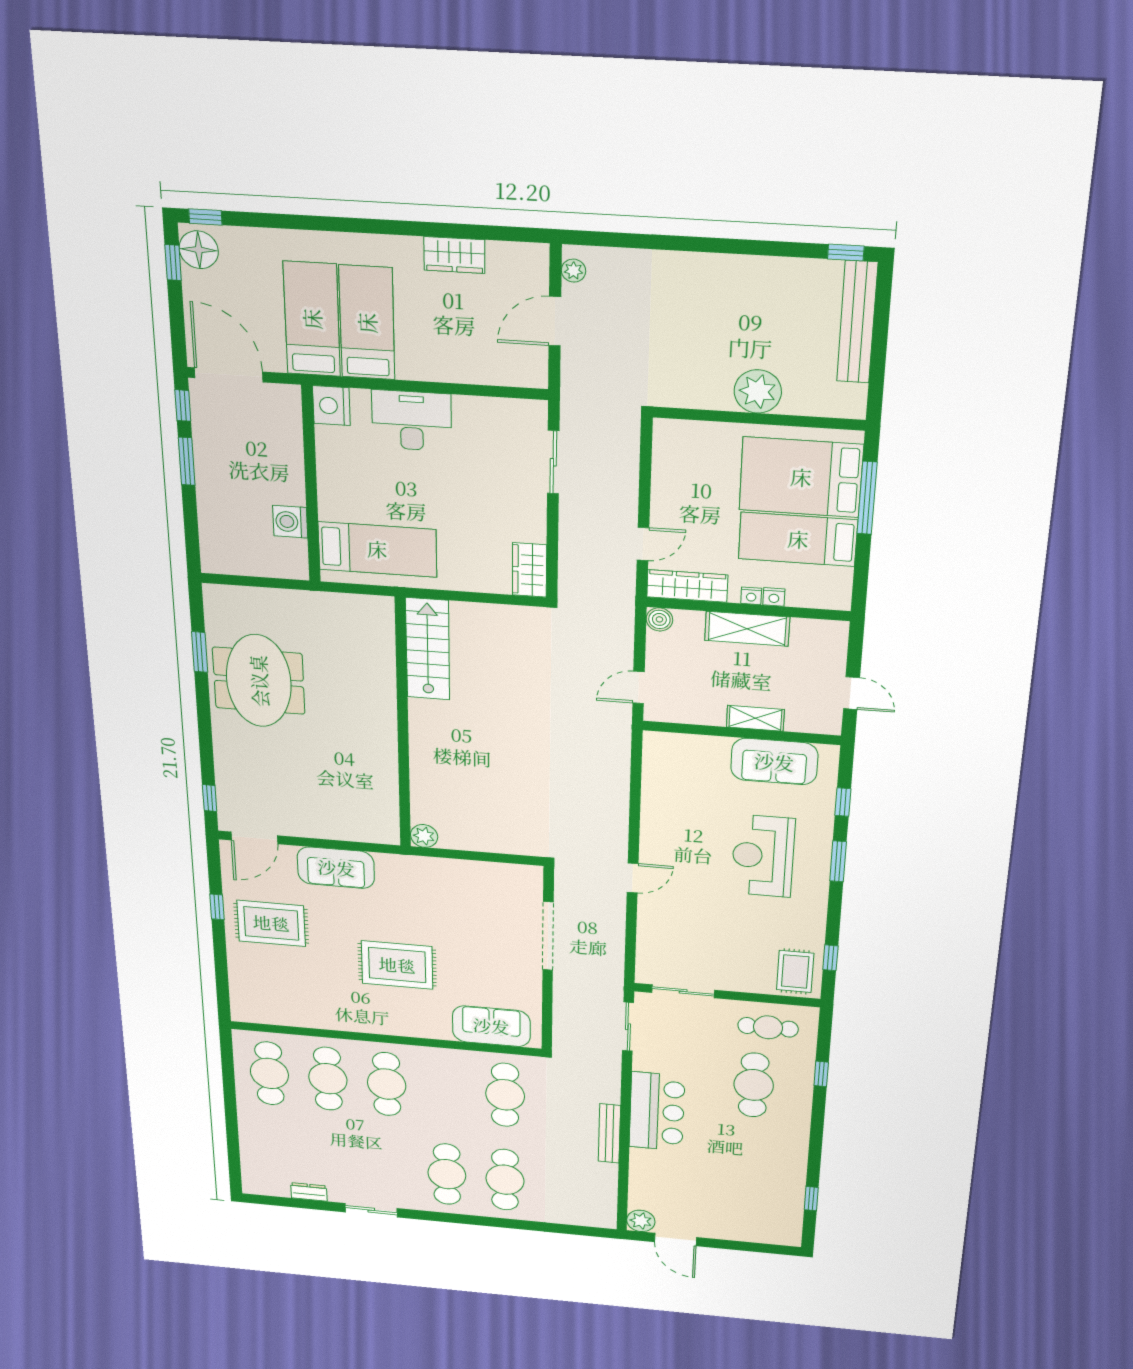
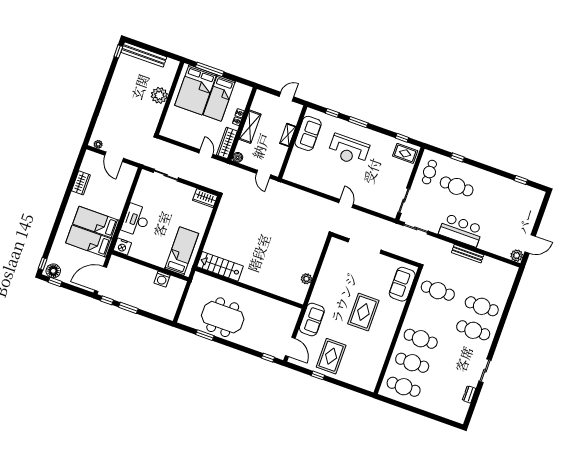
stairs: (428, 649) -> (220, 266), moved
wall: (403, 725) -> (249, 288), moved

